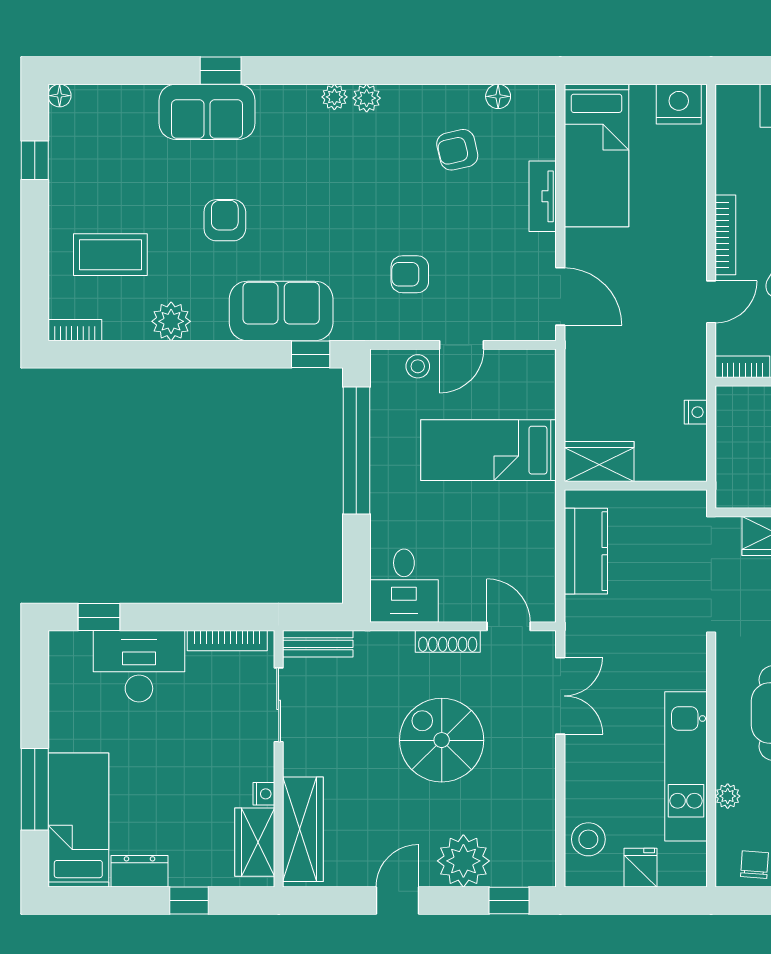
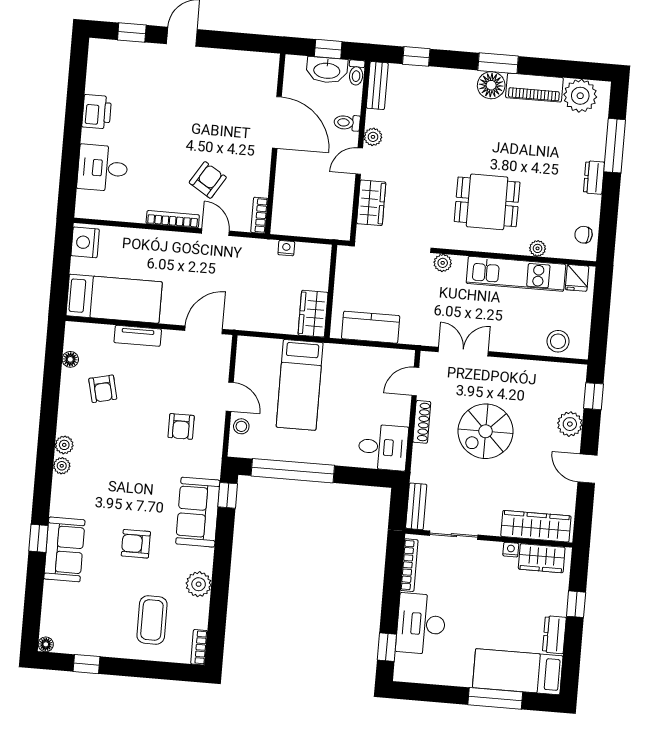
plant: (693, 653) -> (443, 263), added
plant: (463, 861) -> (570, 424), width x0.73, depth x0.73
fridge: (641, 868) -> (577, 278), moved, turned -90

